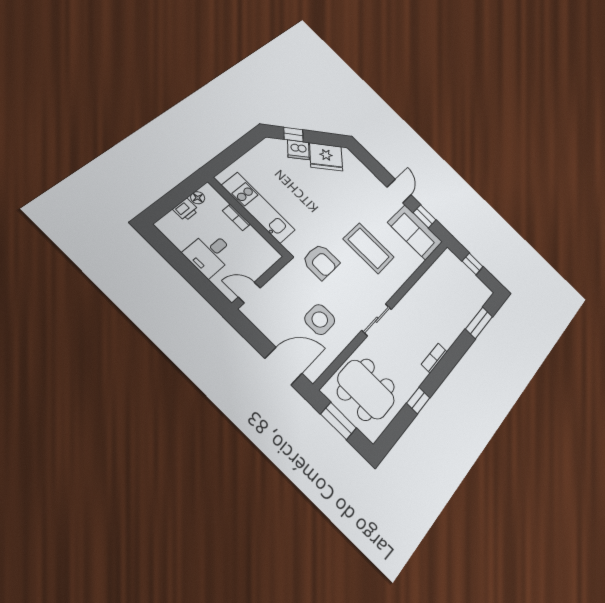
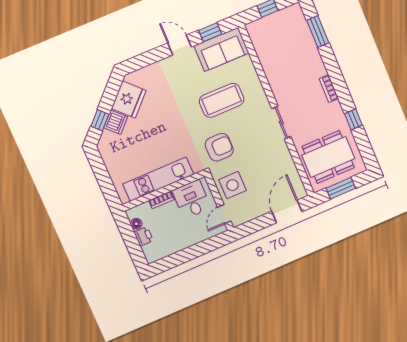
desk: (209, 254) -> (192, 199), moved, turned 180
side table: (320, 320) -> (232, 185), moved

